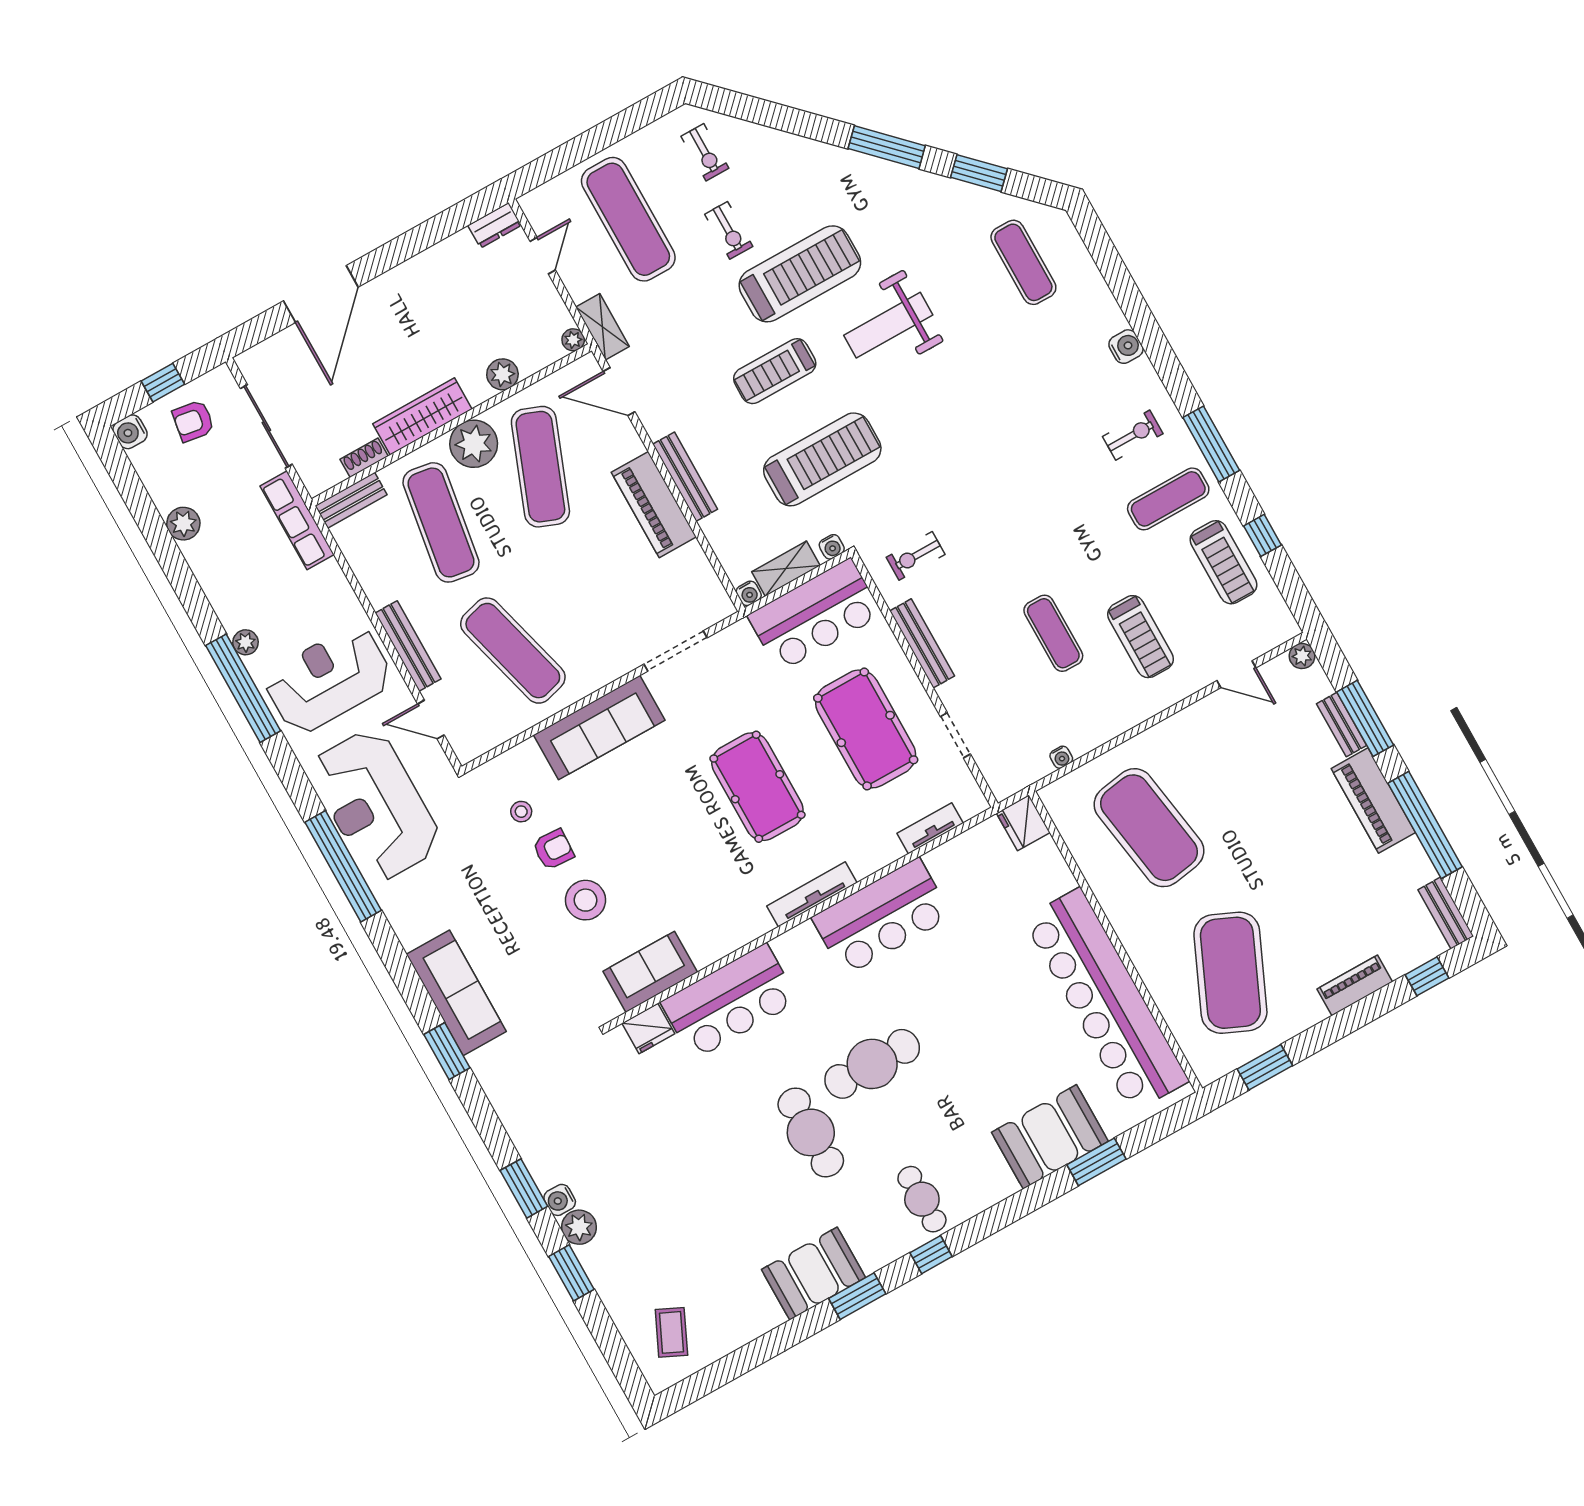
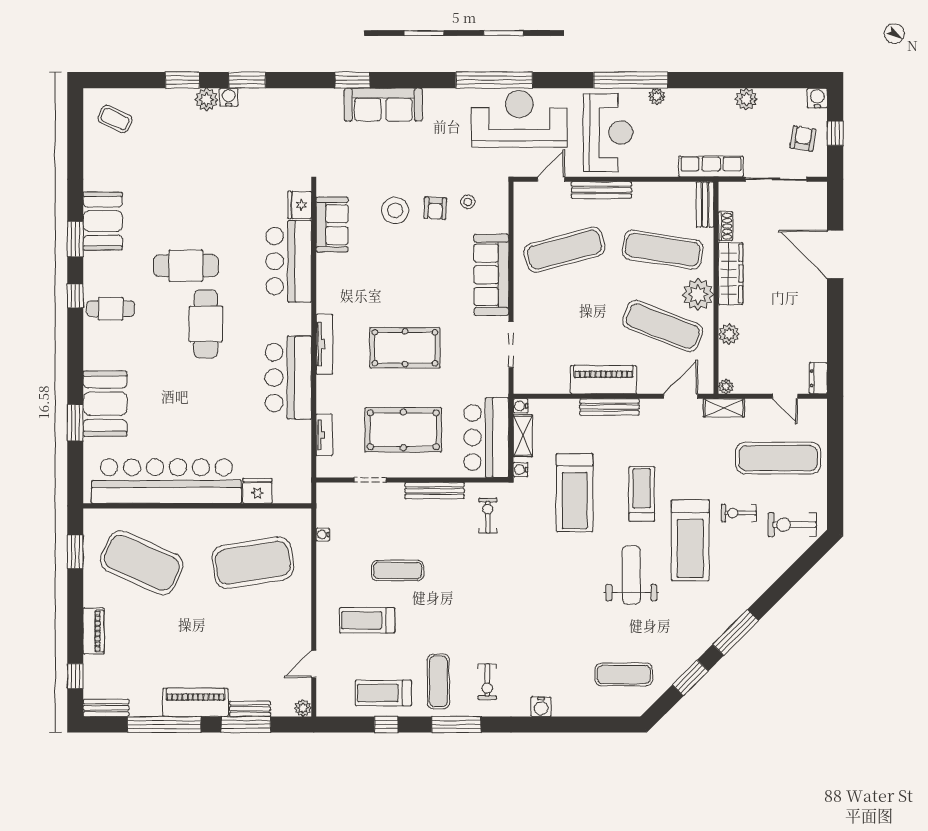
exercise bike: (705, 152) -> (792, 525), width x1.38, depth x1.39
fridge: (1023, 823) -> (257, 491), moved

